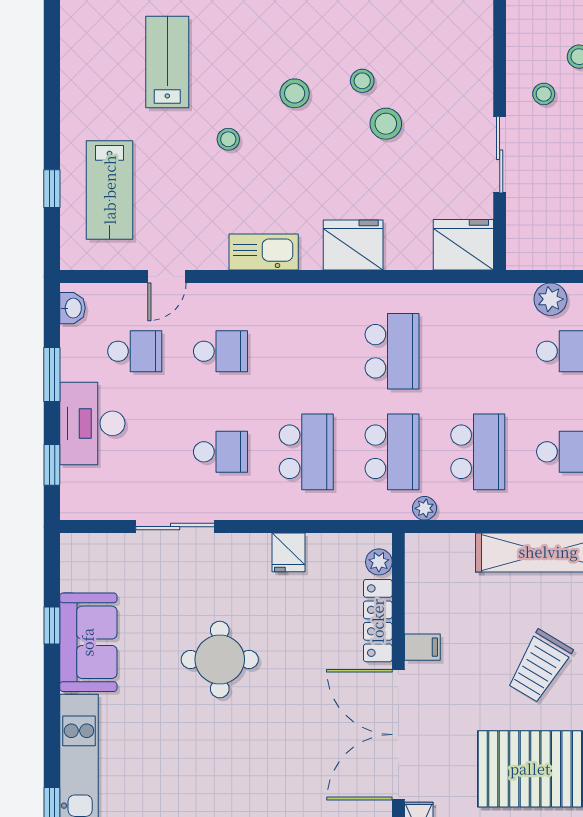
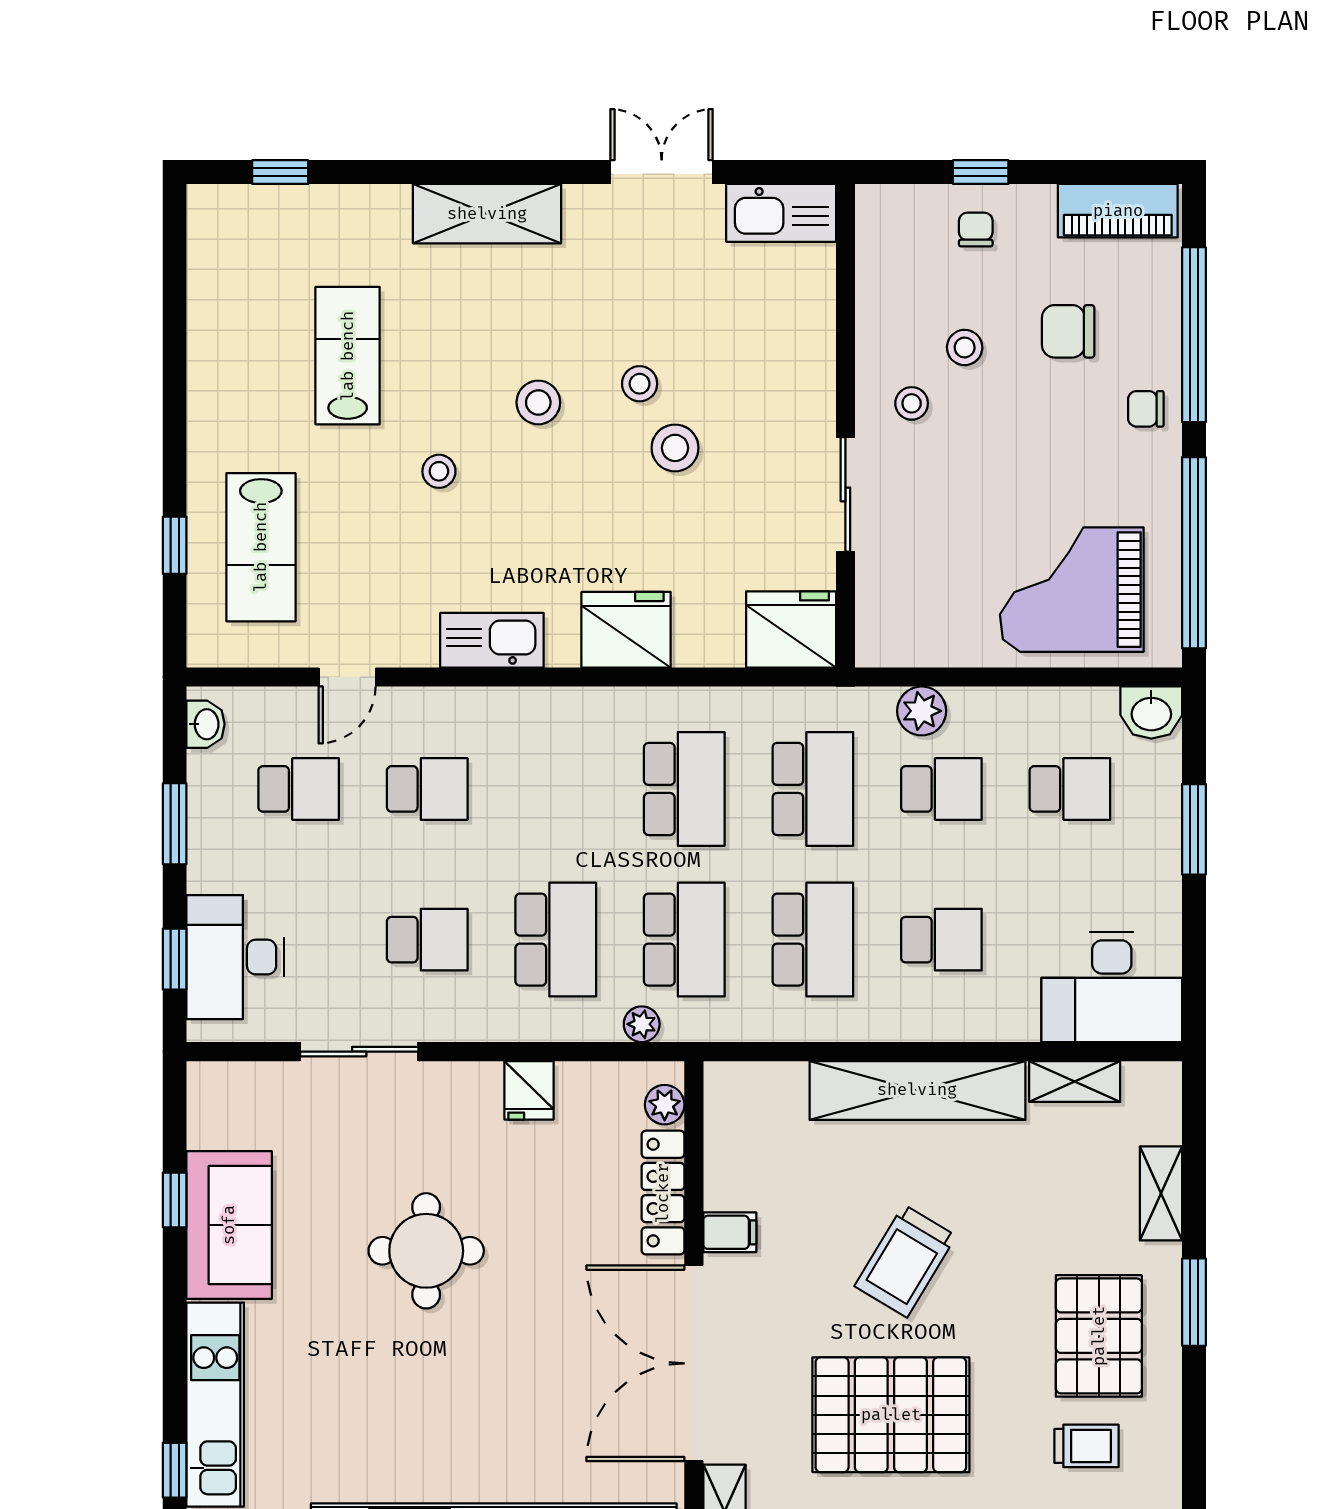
school desk: (478, 351) -> (813, 789), added
desk: (92, 423) -> (235, 957), moved
plant: (424, 508) -> (642, 1024), moved

